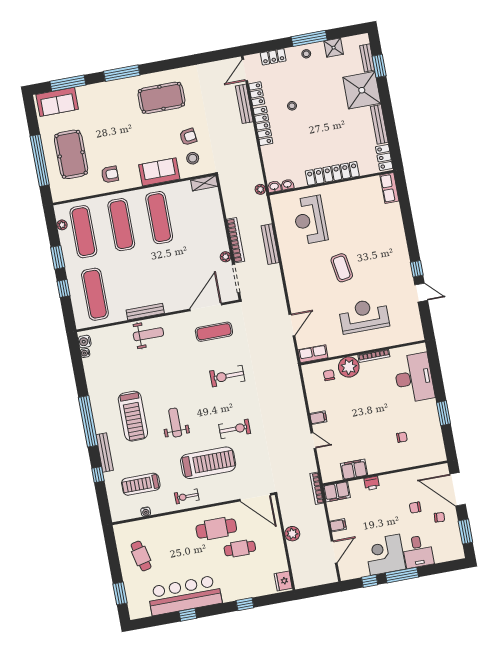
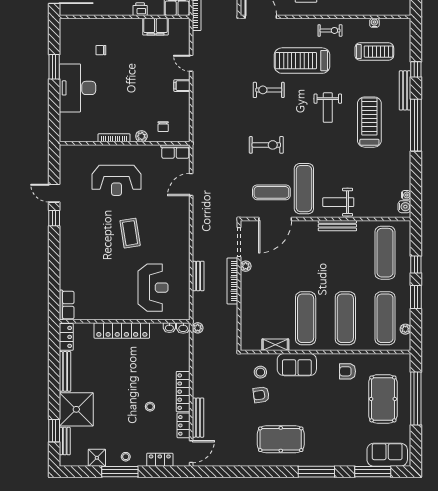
shelving: (204, 183) -> (275, 345), moved
bench: (270, 244) -> (198, 276), width x0.73
exercise mat: (184, 341) -> (304, 189), added
plant: (349, 367) -> (141, 136), width x0.53, depth x0.53
desk: (414, 378) -> (77, 88), moved

